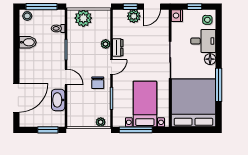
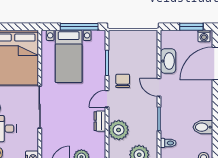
plant: (106, 44) -> (119, 130), width x1.88, depth x1.88
washing machine: (27, 122) -> (204, 36), added
plant: (101, 122) -> (119, 36), removed
window: (48, 130) -> (191, 27), moved

